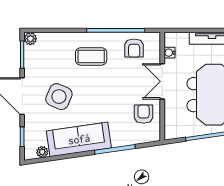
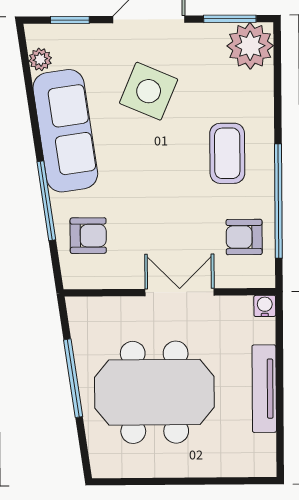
plant: (30, 39) -> (250, 46), width x1.87, depth x1.87
water cooler: (170, 53) -> (265, 306), moved
armchair: (144, 114) -> (88, 236), moved

